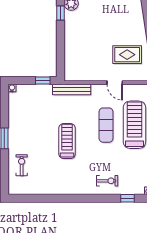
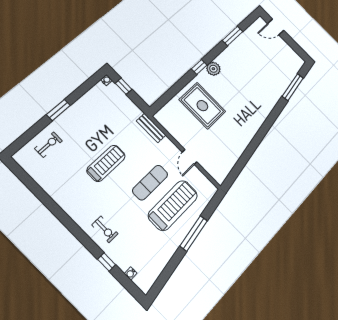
rug: (127, 55) -> (202, 106), moved, width x1.36, depth x1.43
window: (43, 80) -> (124, 86), moved
bench: (72, 89) -> (151, 128), width x0.73

